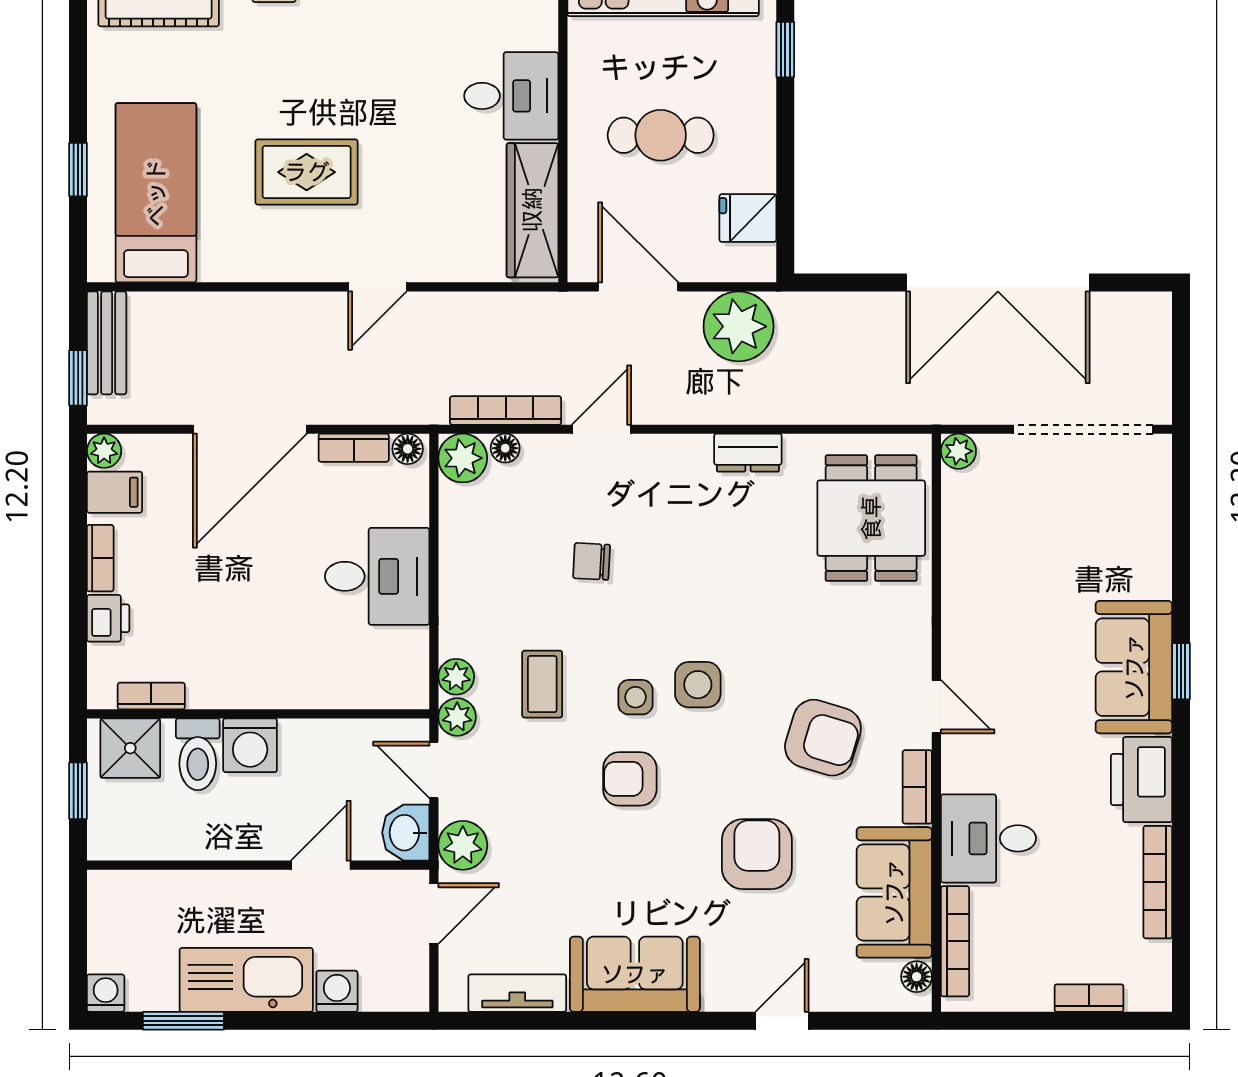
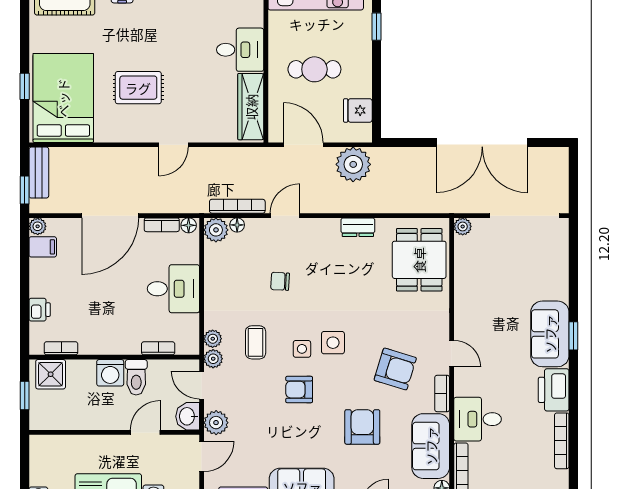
bed: (156, 193) -> (63, 98), width x1.50
bookcase: (100, 558) -> (158, 348), moved, turned -90
toilet: (198, 754) -> (136, 377), moved

